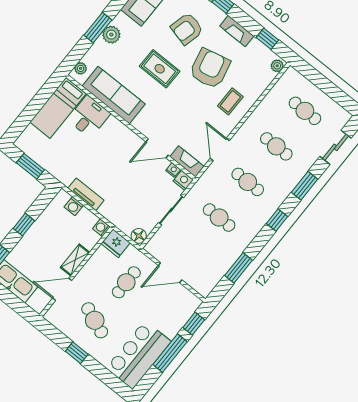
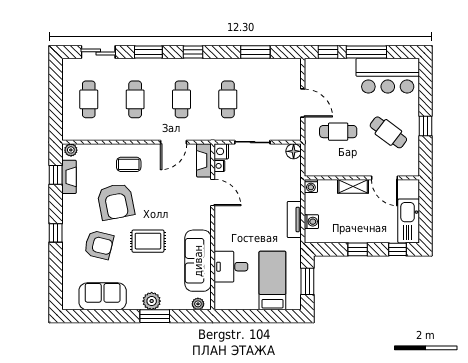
fireplace: (237, 31) -> (69, 177), moved
armchair: (210, 68) -> (116, 202), turned -88
rug: (160, 69) -> (148, 241), turned 90
bed: (58, 108) -> (272, 281), moved, turned -90
fridge: (116, 243) -> (314, 165), removed
cafe table: (95, 320) -> (388, 132), turned -75

